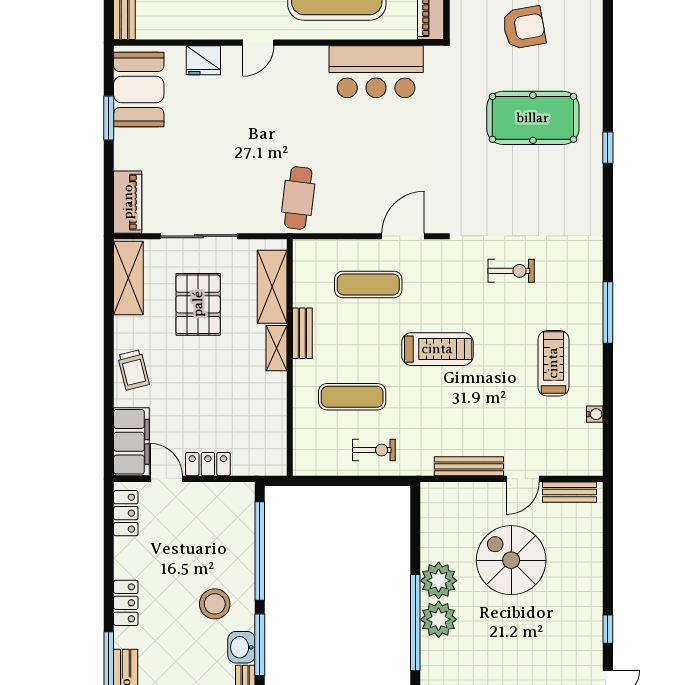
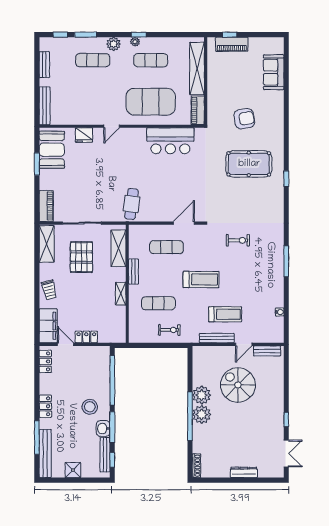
shelving: (277, 348) -> (121, 294), moved
treadmill: (553, 363) -> (225, 314), moved, turned 90

